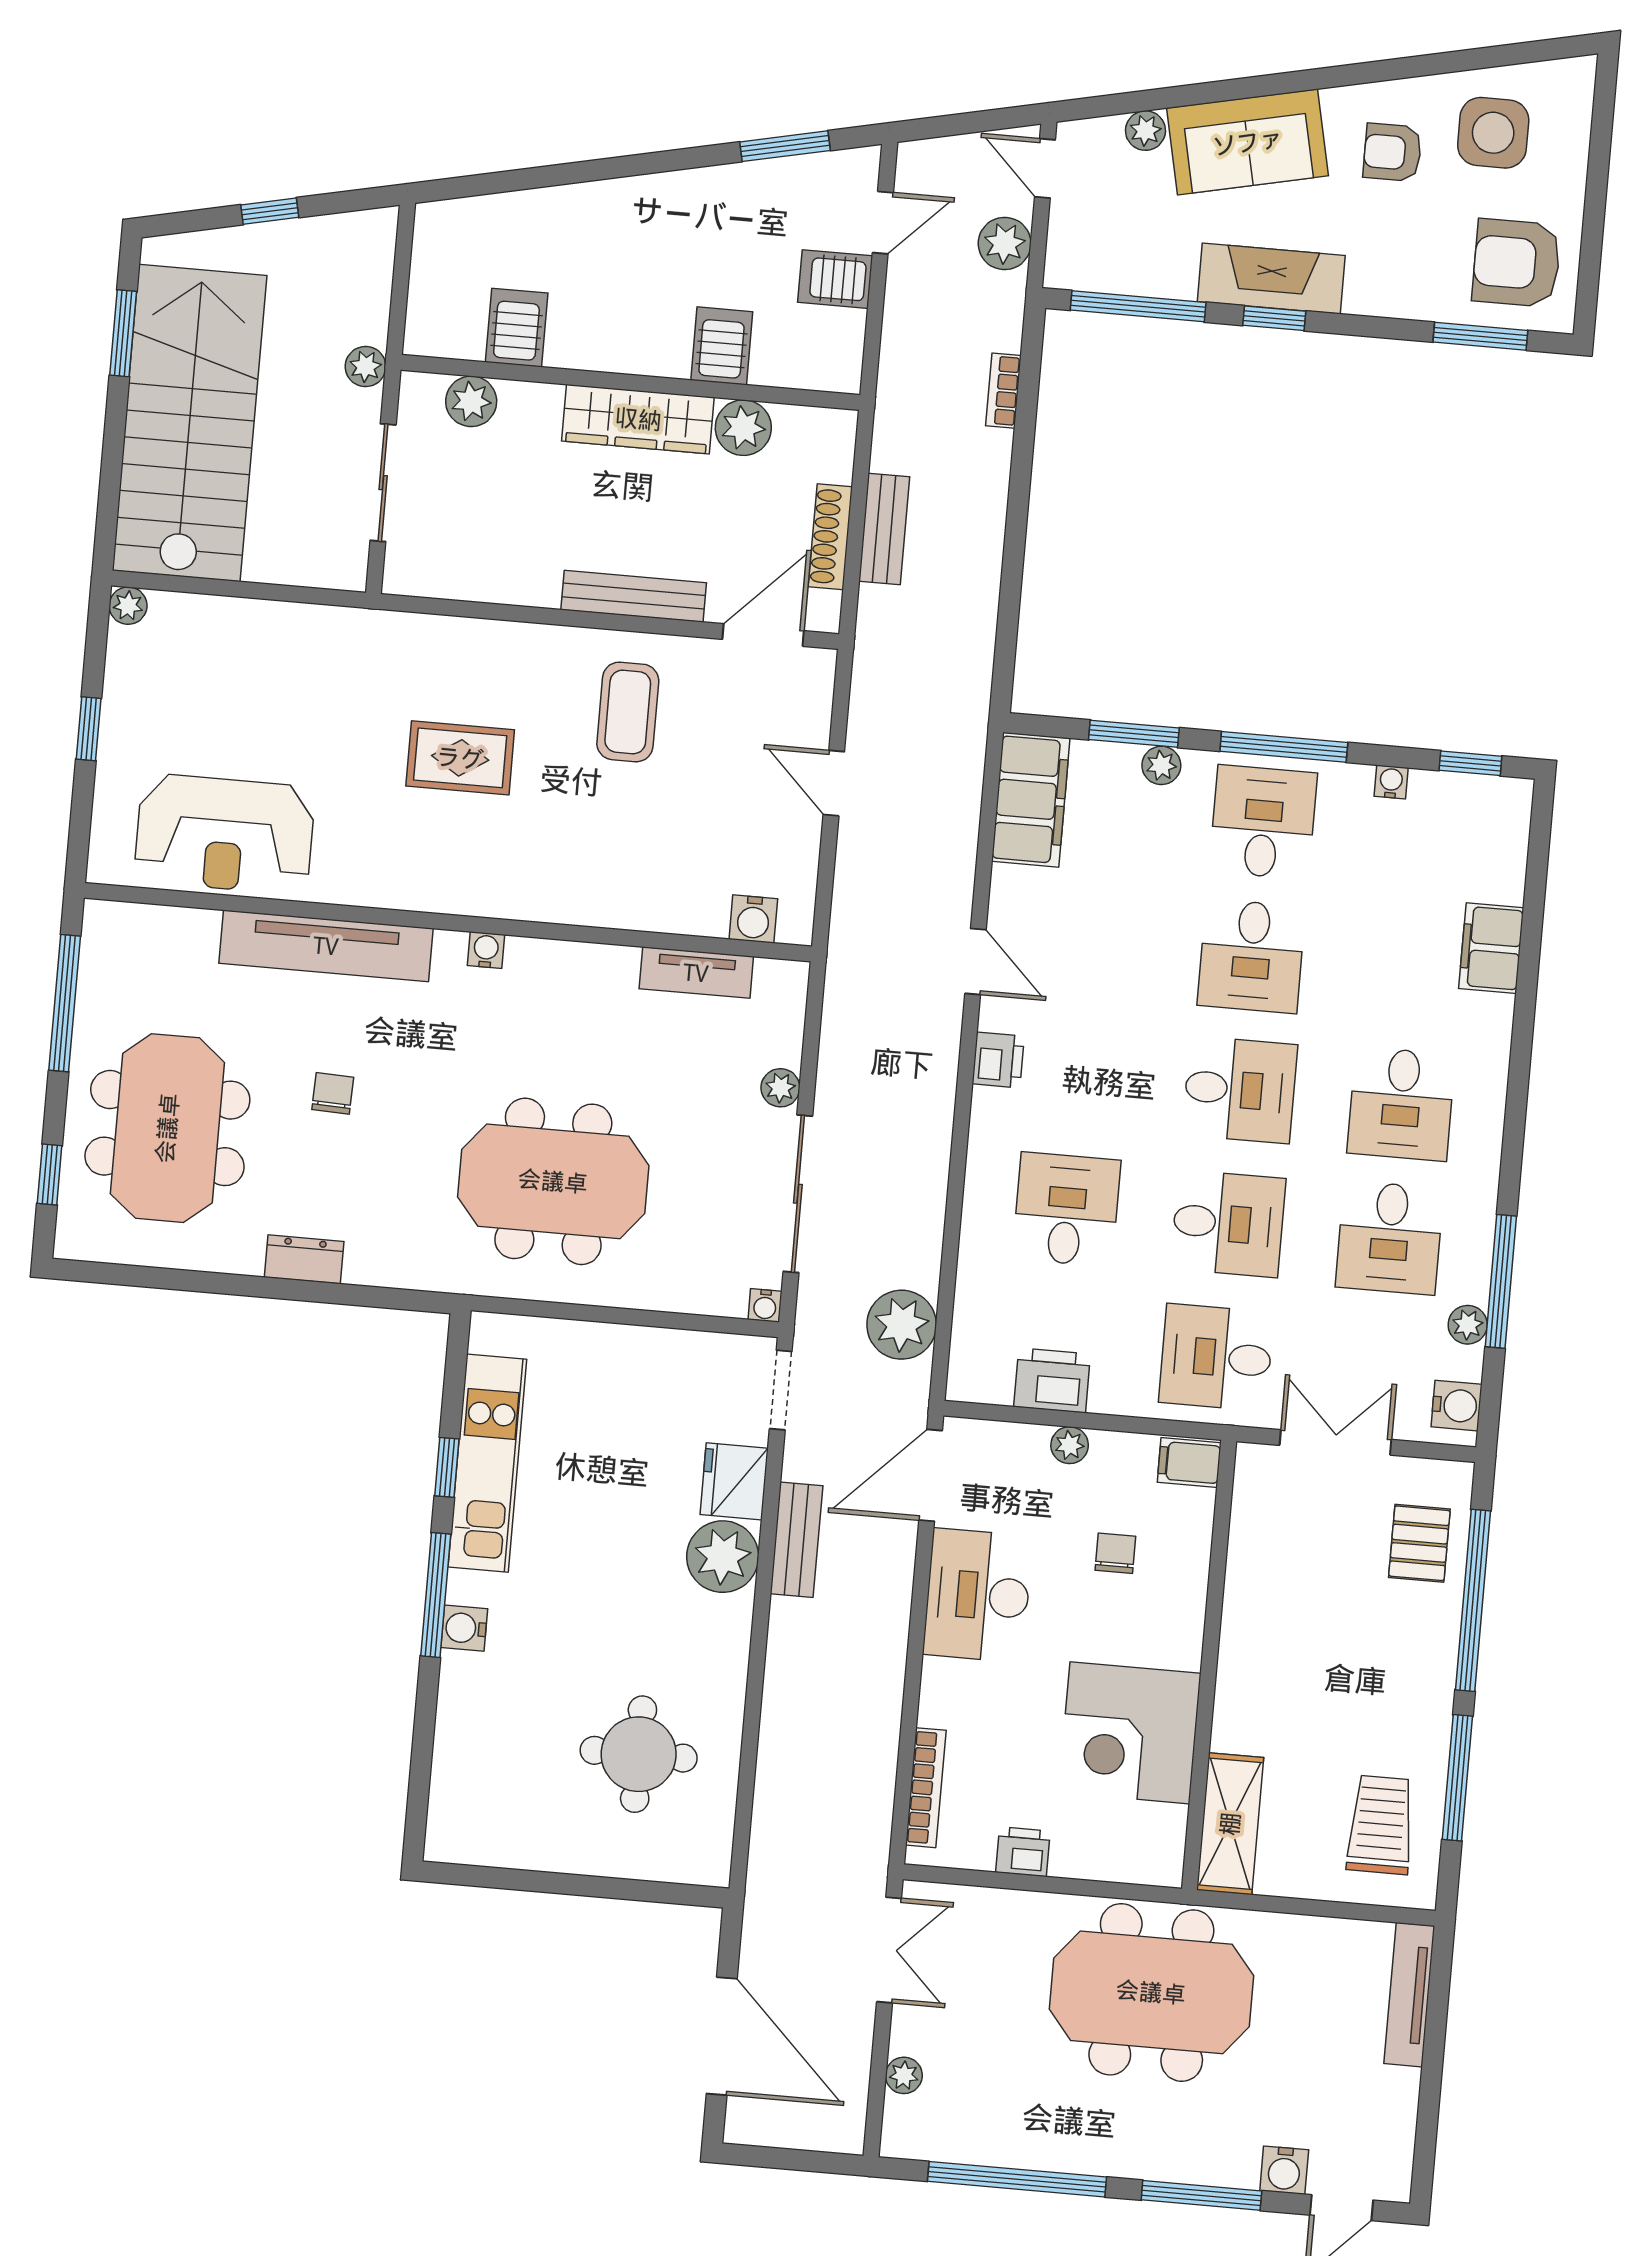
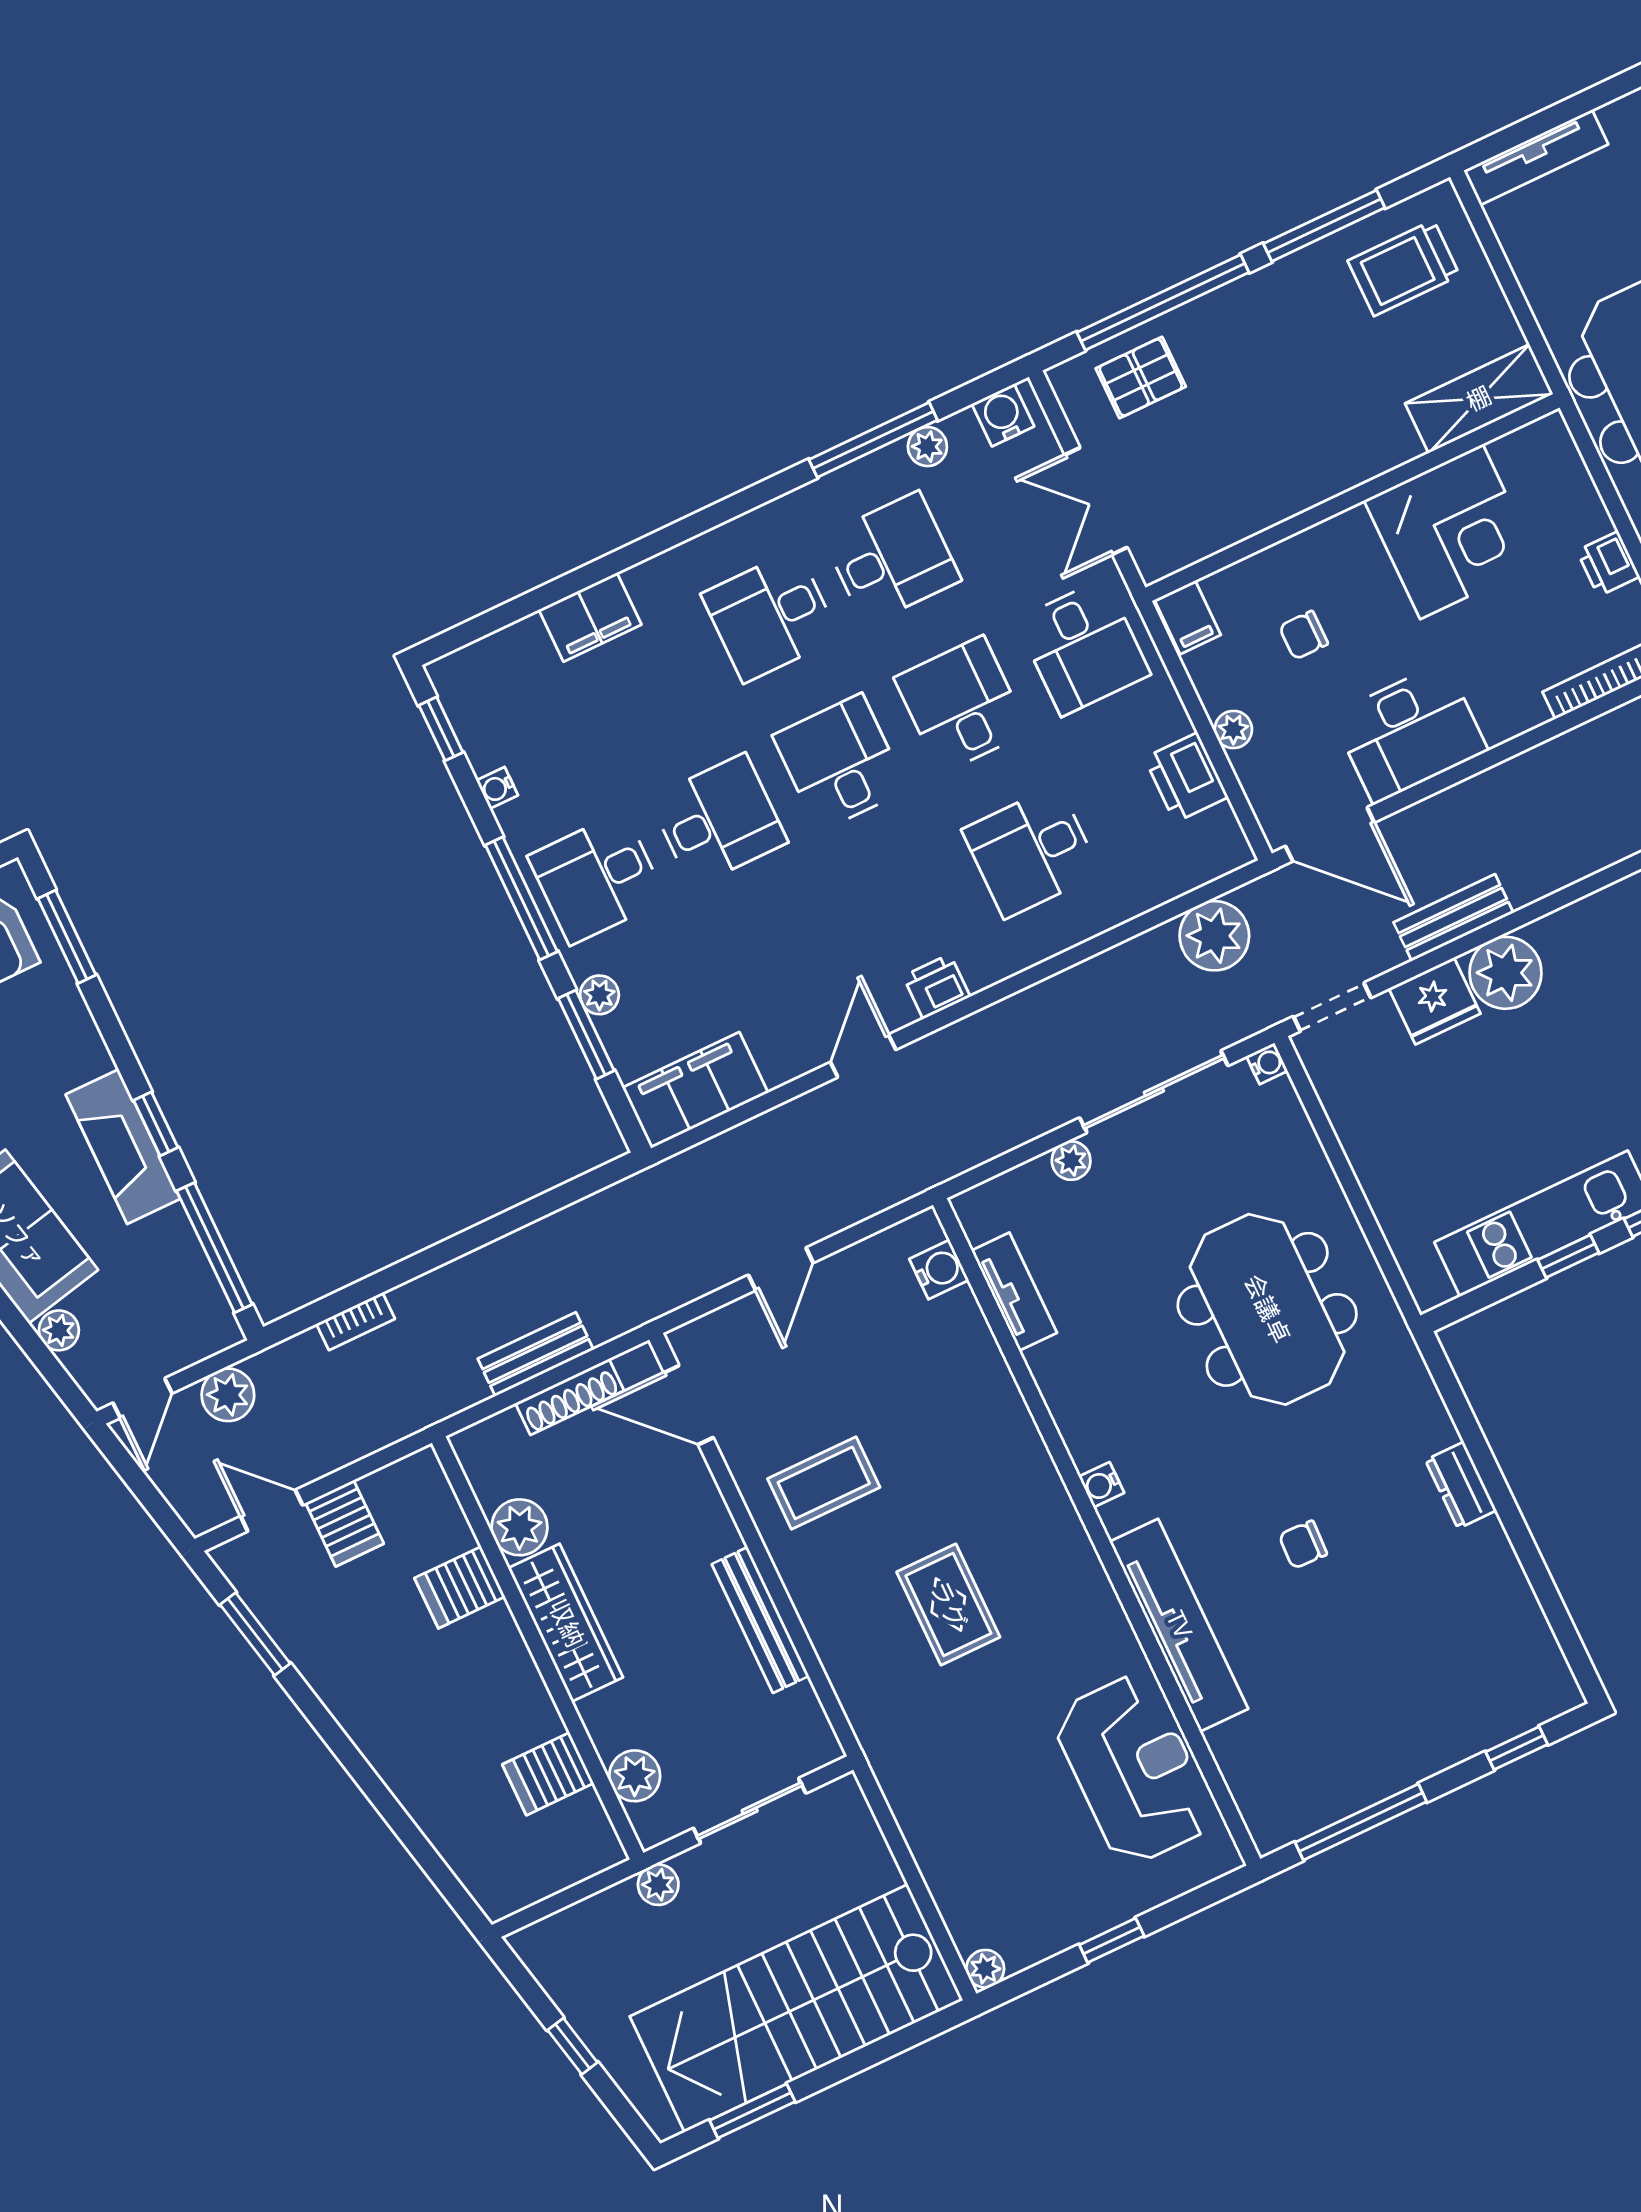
bench: (634, 596) -> (760, 1620), moved
desk: (1401, 1104) -> (770, 616), turned 180
meeting table: (167, 1128) -> (1417, 1670), removed

